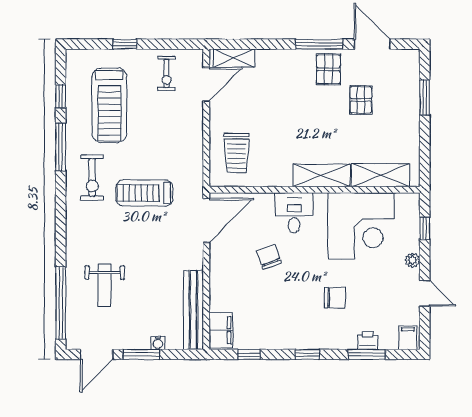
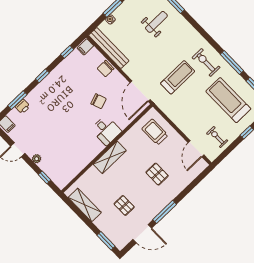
shelving: (234, 58) -> (195, 171), removed
pallet: (328, 69) -> (157, 174), moved
window: (425, 98) -> (106, 241), moved
shelving: (381, 175) -> (85, 205), moved, turned 90
corner desk: (361, 226) -> (72, 152), removed
weight bench: (105, 285) -> (156, 22), turned 90
chair: (335, 298) -> (106, 69), moved
filing cabinet: (221, 330) -> (85, 47), width x0.50

